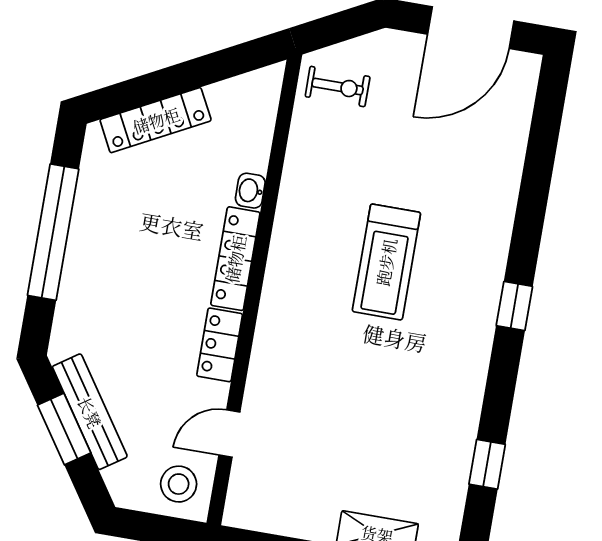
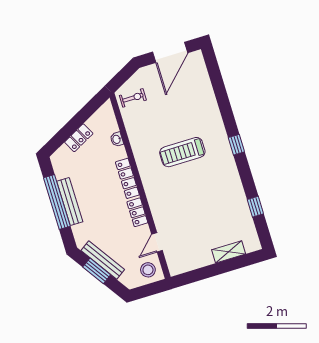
locker: (156, 120) -> (79, 138), width x0.66
washbasin: (250, 191) -> (117, 139), moved
bench: (82, 245) -> (70, 201), added
treadmill: (386, 262) -> (182, 152), turned 90

